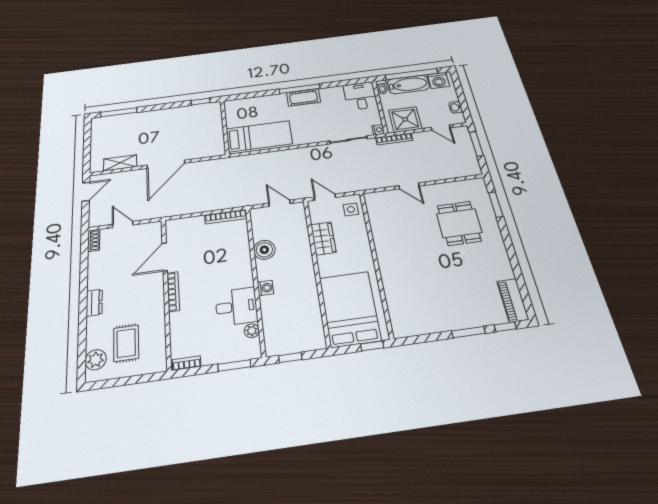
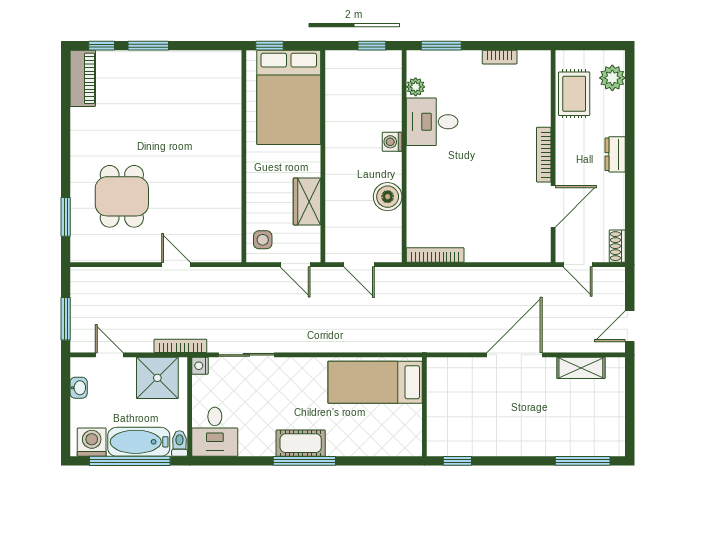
door: (165, 257) -> (553, 206), moved
wall: (166, 291) -> (553, 156), moved
bookcase: (173, 292) -> (544, 155), moved

